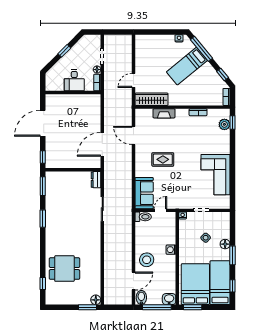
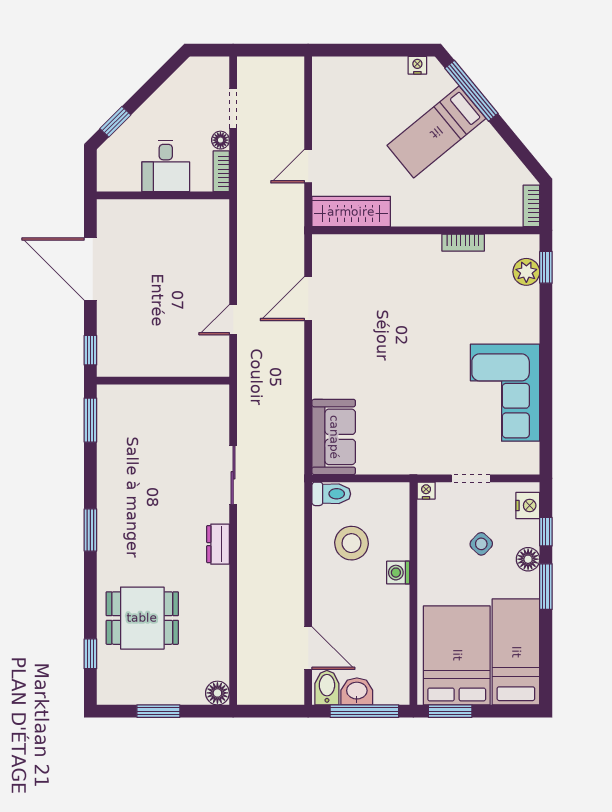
window: (64, 51) -> (115, 122), moved
window: (223, 75) -> (522, 152), removed
fireplace: (164, 113) -> (381, 245), removed
door: (43, 123) -> (90, 269), hinge flipped
door: (134, 136) -> (308, 299), hinge flipped
door: (102, 144) -> (233, 320), width x0.53
rug: (163, 159) -> (378, 356), removed
dresser: (96, 180) -> (218, 544), moved
door: (160, 210) -> (373, 478), removed
window: (43, 219) -> (90, 530), moved
nightstand: (225, 222) -> (528, 505), added
stool: (147, 260) -> (352, 543), moved
door: (134, 281) -> (308, 648), hinge flipped
window: (233, 286) -> (546, 532), moved
washbasin: (169, 299) -> (357, 691), moved
window: (87, 307) -> (158, 711), moved

